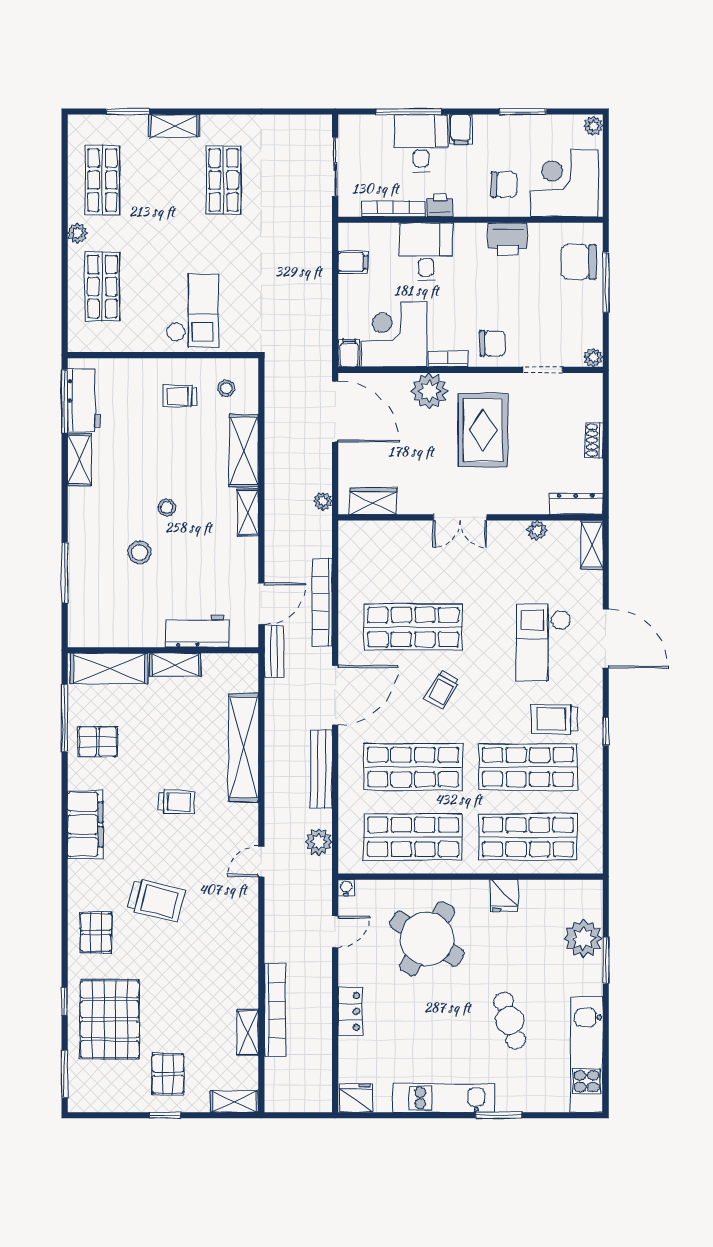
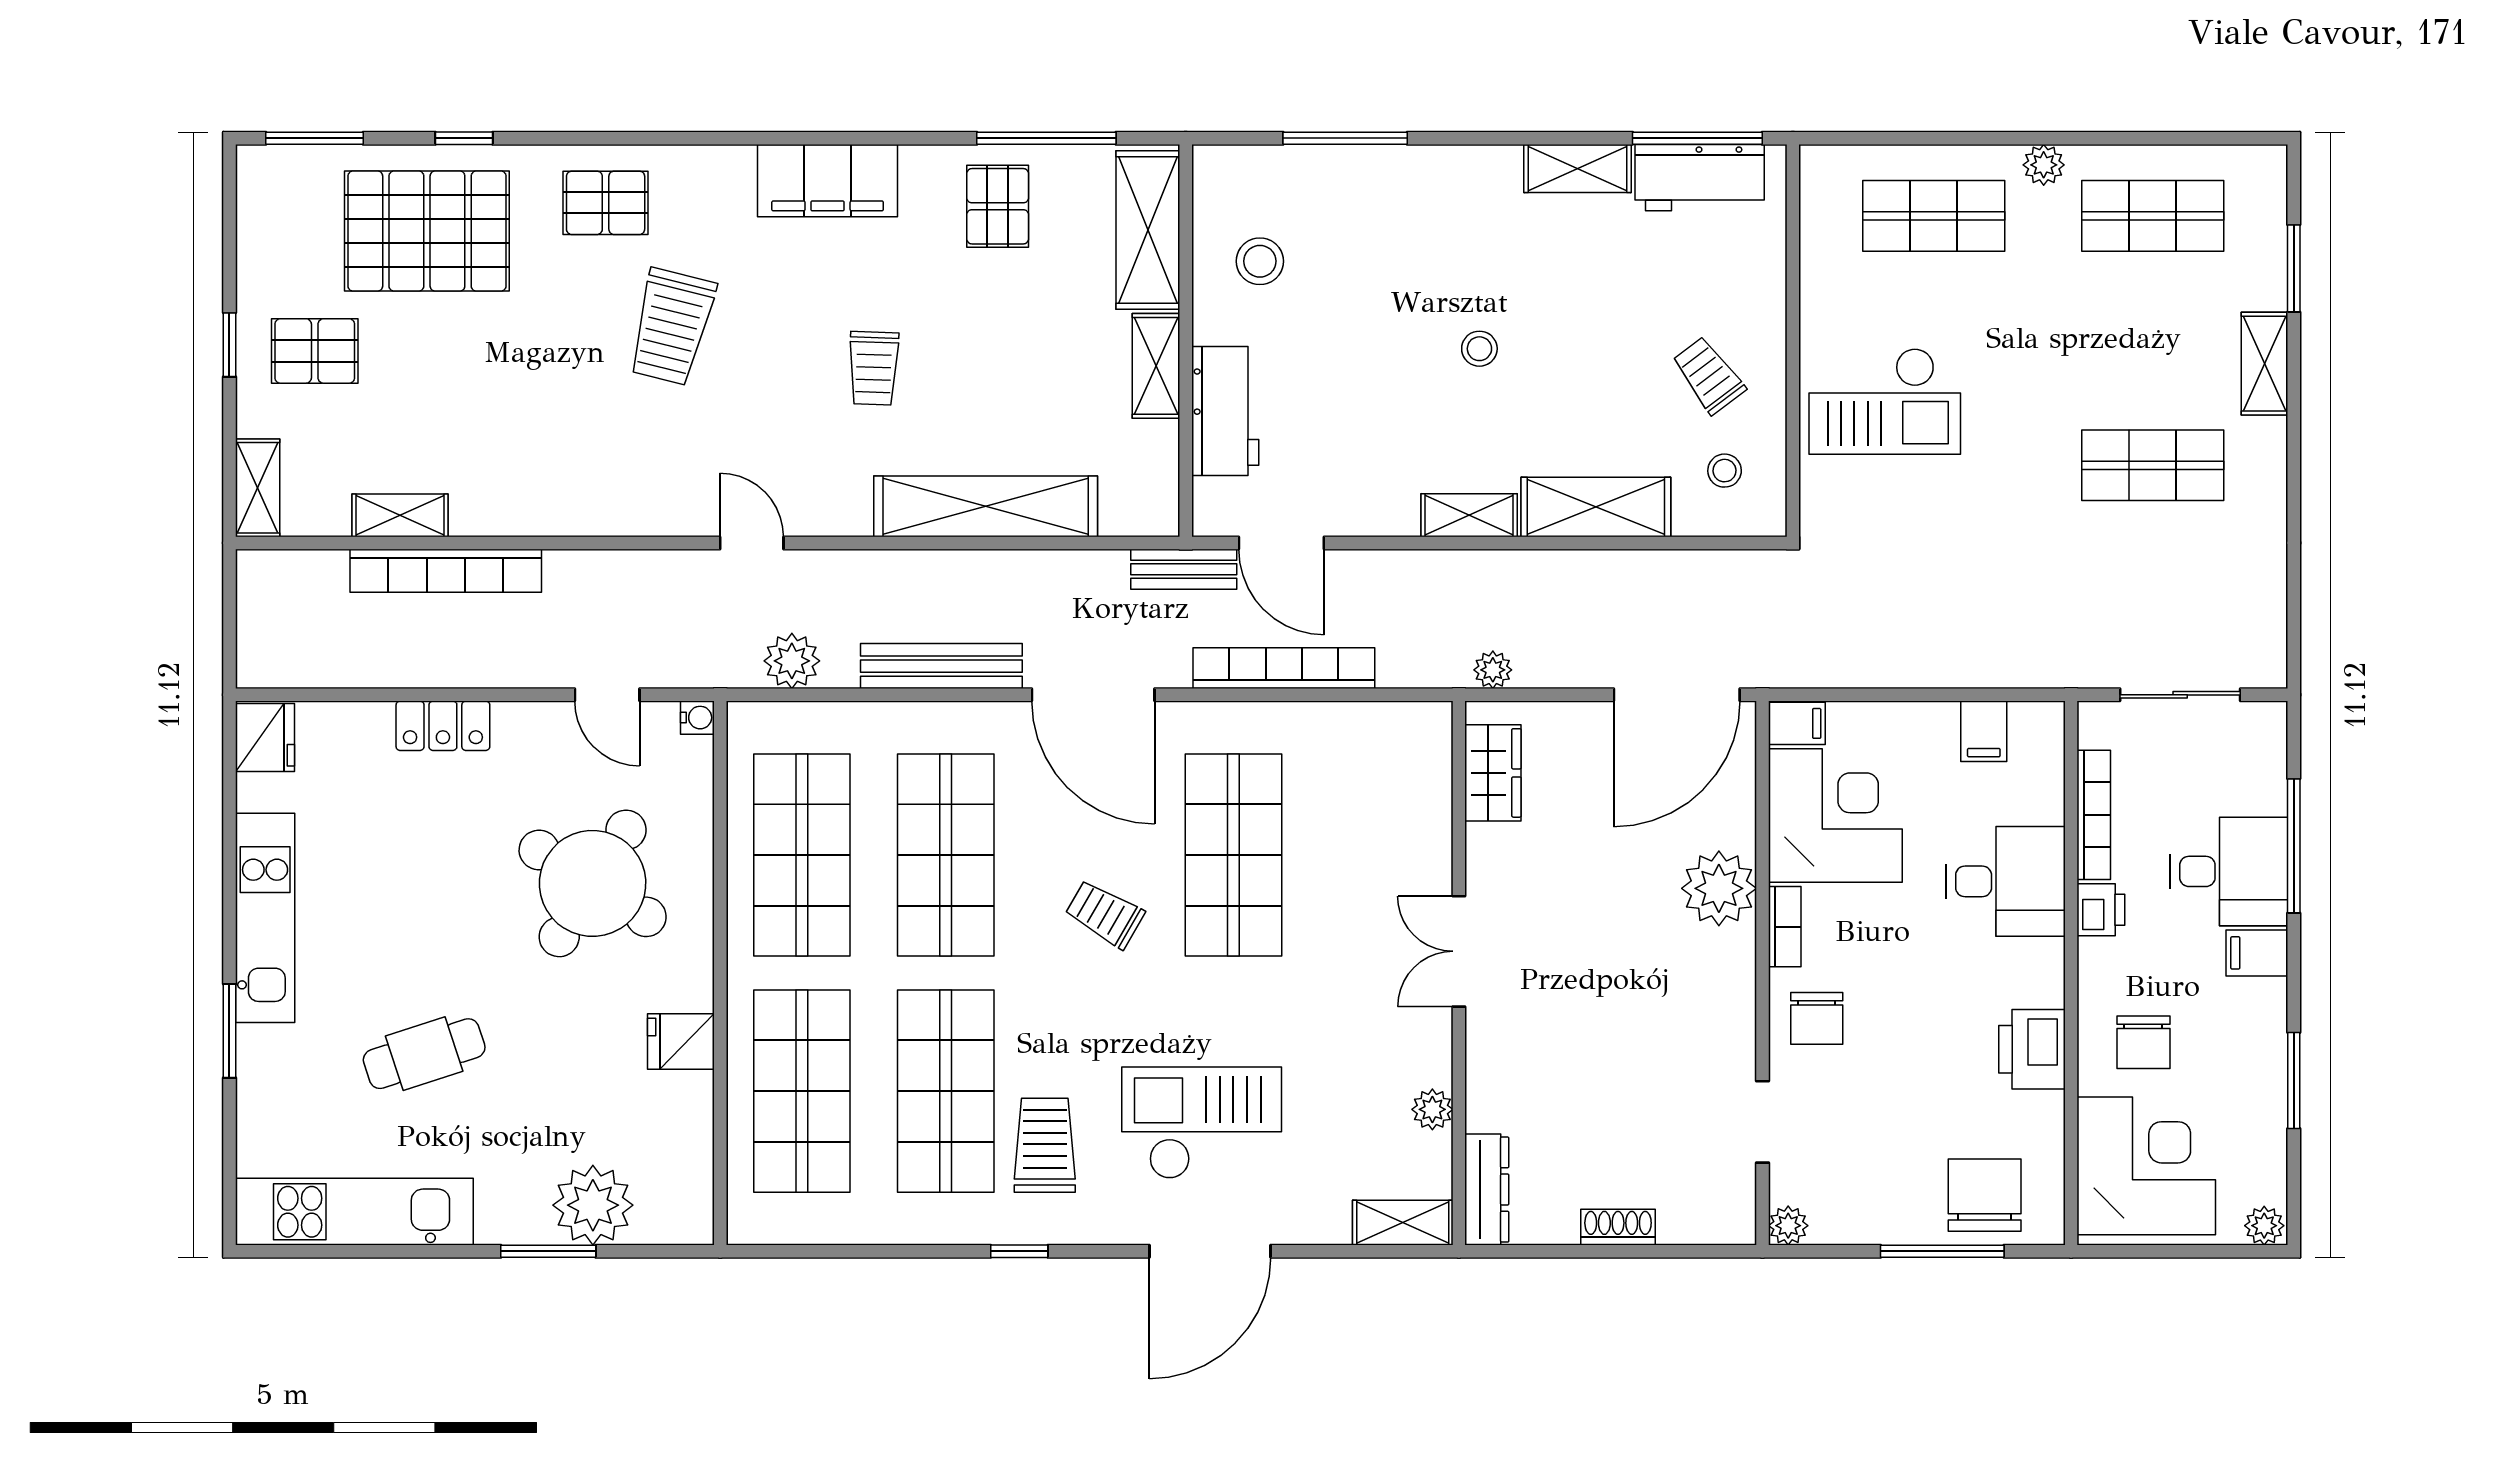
trolley: (180, 396) -> (1709, 375), turned -37
rug: (483, 430) -> (1639, 999), removed
stool: (140, 552) -> (1260, 261), moved

